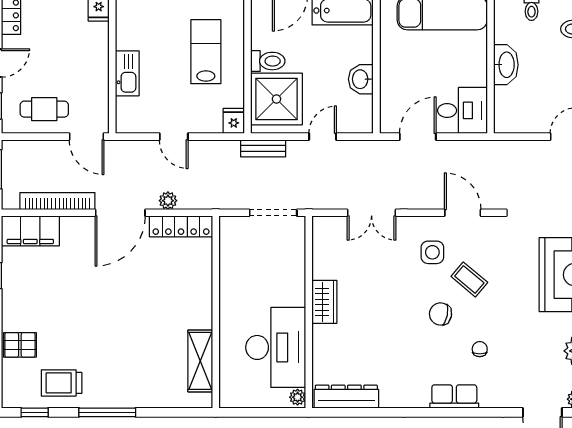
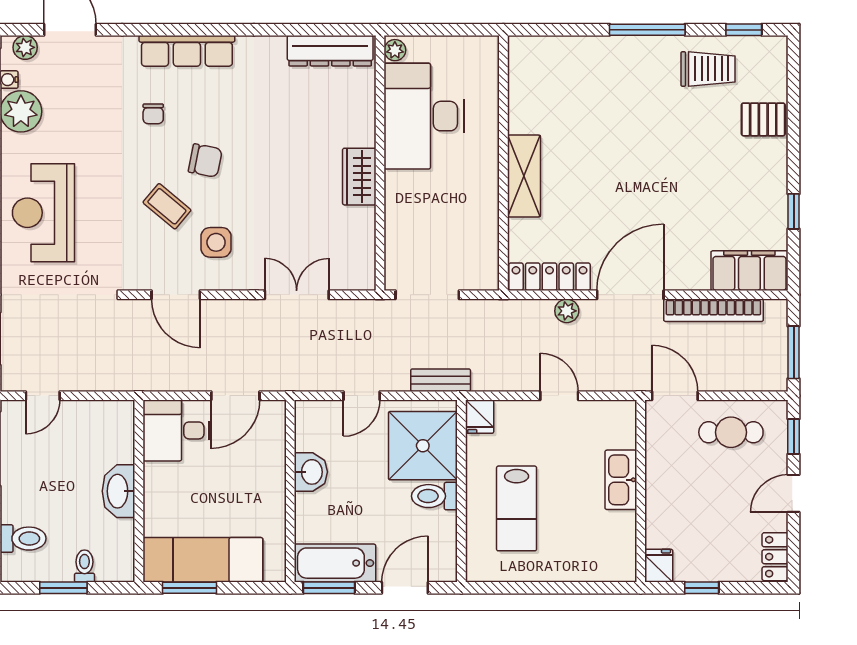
shelving: (200, 361) -> (524, 176), moved
row of seats: (454, 397) -> (187, 51), width x1.48

